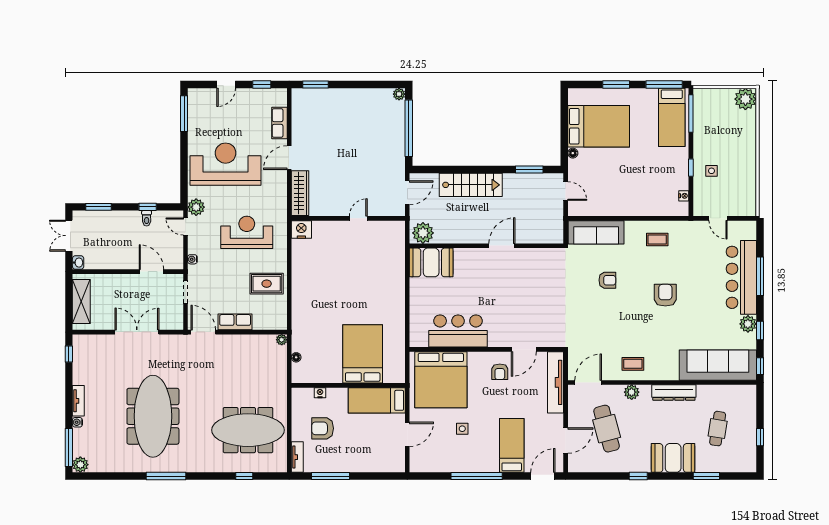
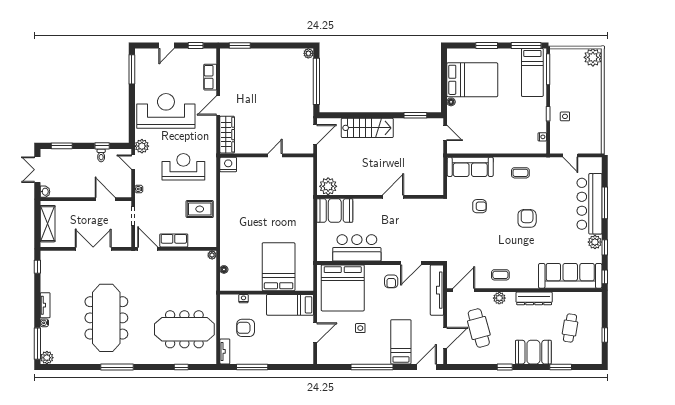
plant: (423, 233) -> (328, 186), moved
wall: (486, 246) -> (380, 197), moved
door: (502, 246) -> (393, 197), moved
booth: (431, 262) -> (335, 210), moved

